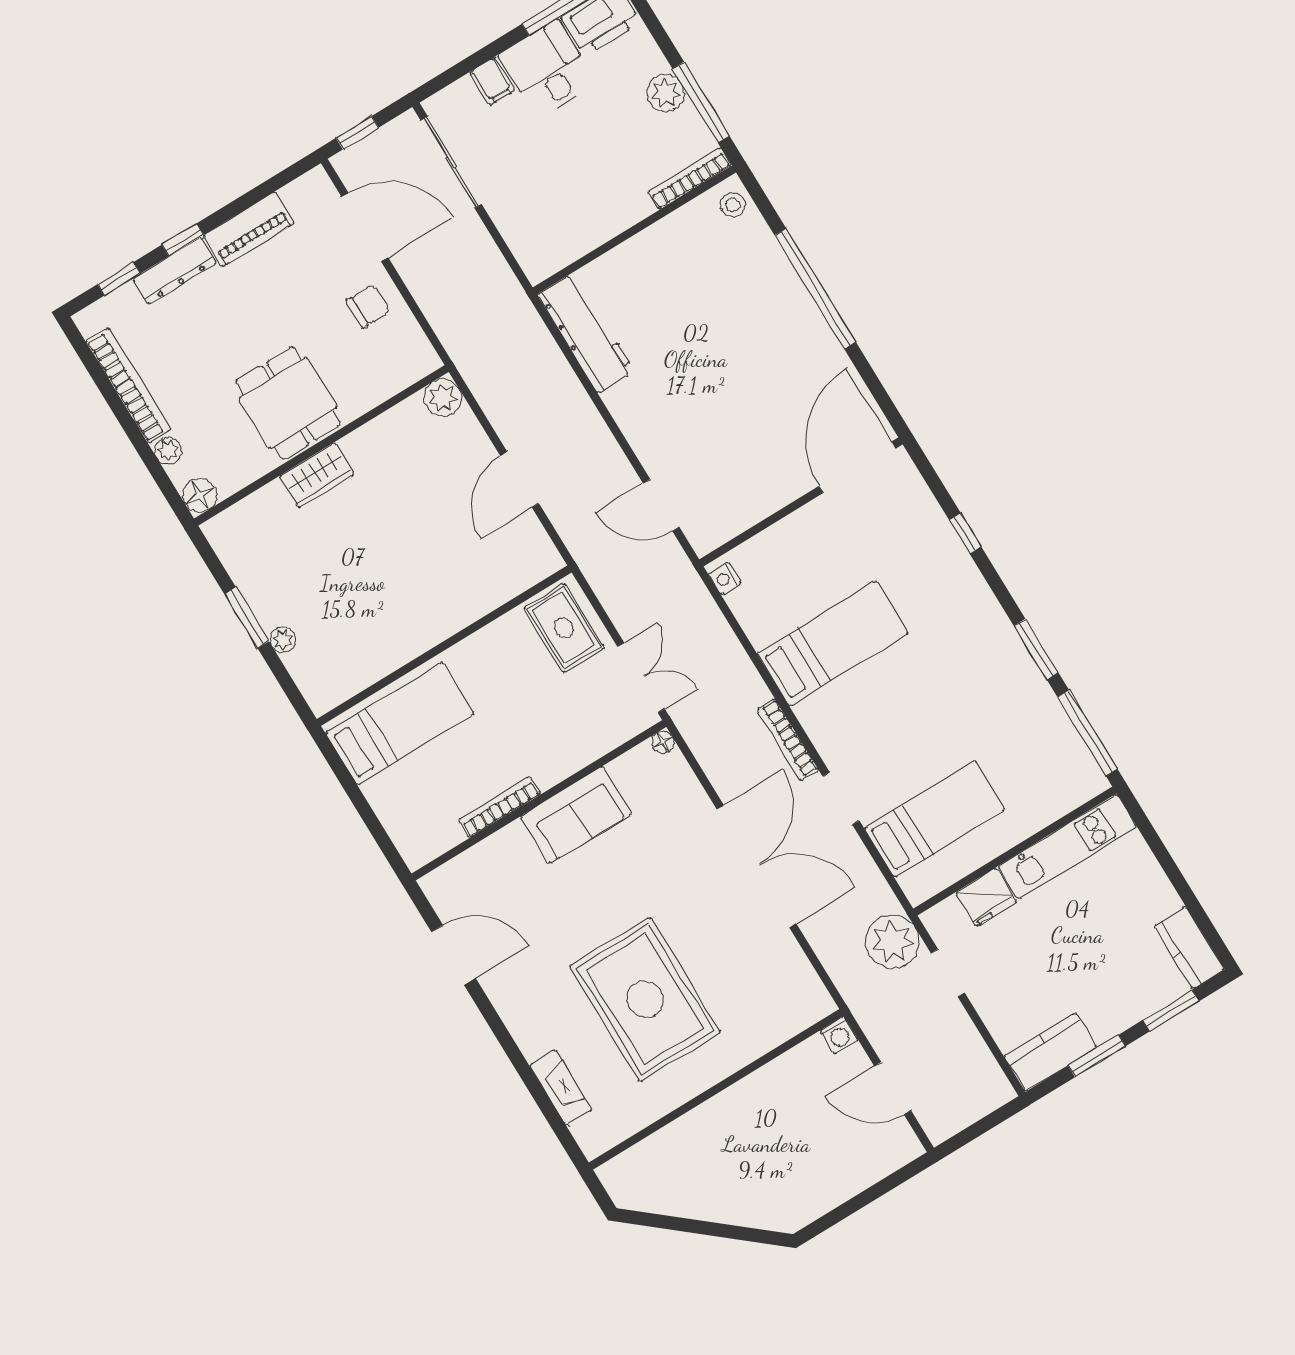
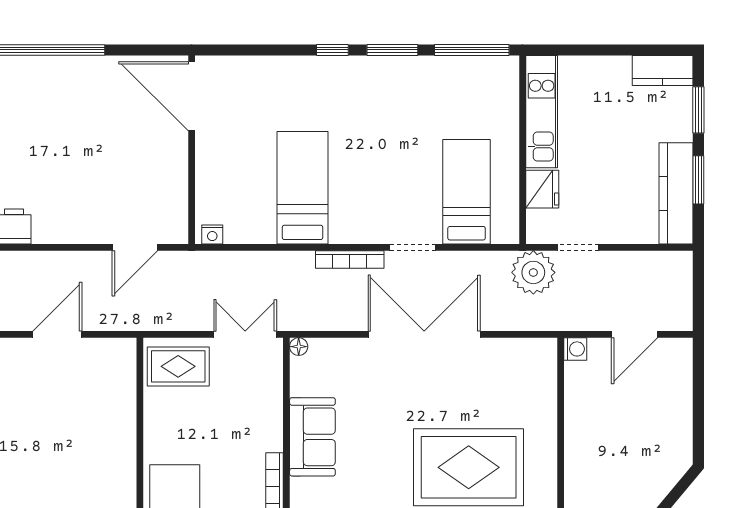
door: (520, 480) -> (57, 334), swing flipped
window: (965, 533) -> (332, 50), moved
kitchen counter: (1050, 1052) -> (676, 193), width x1.50

